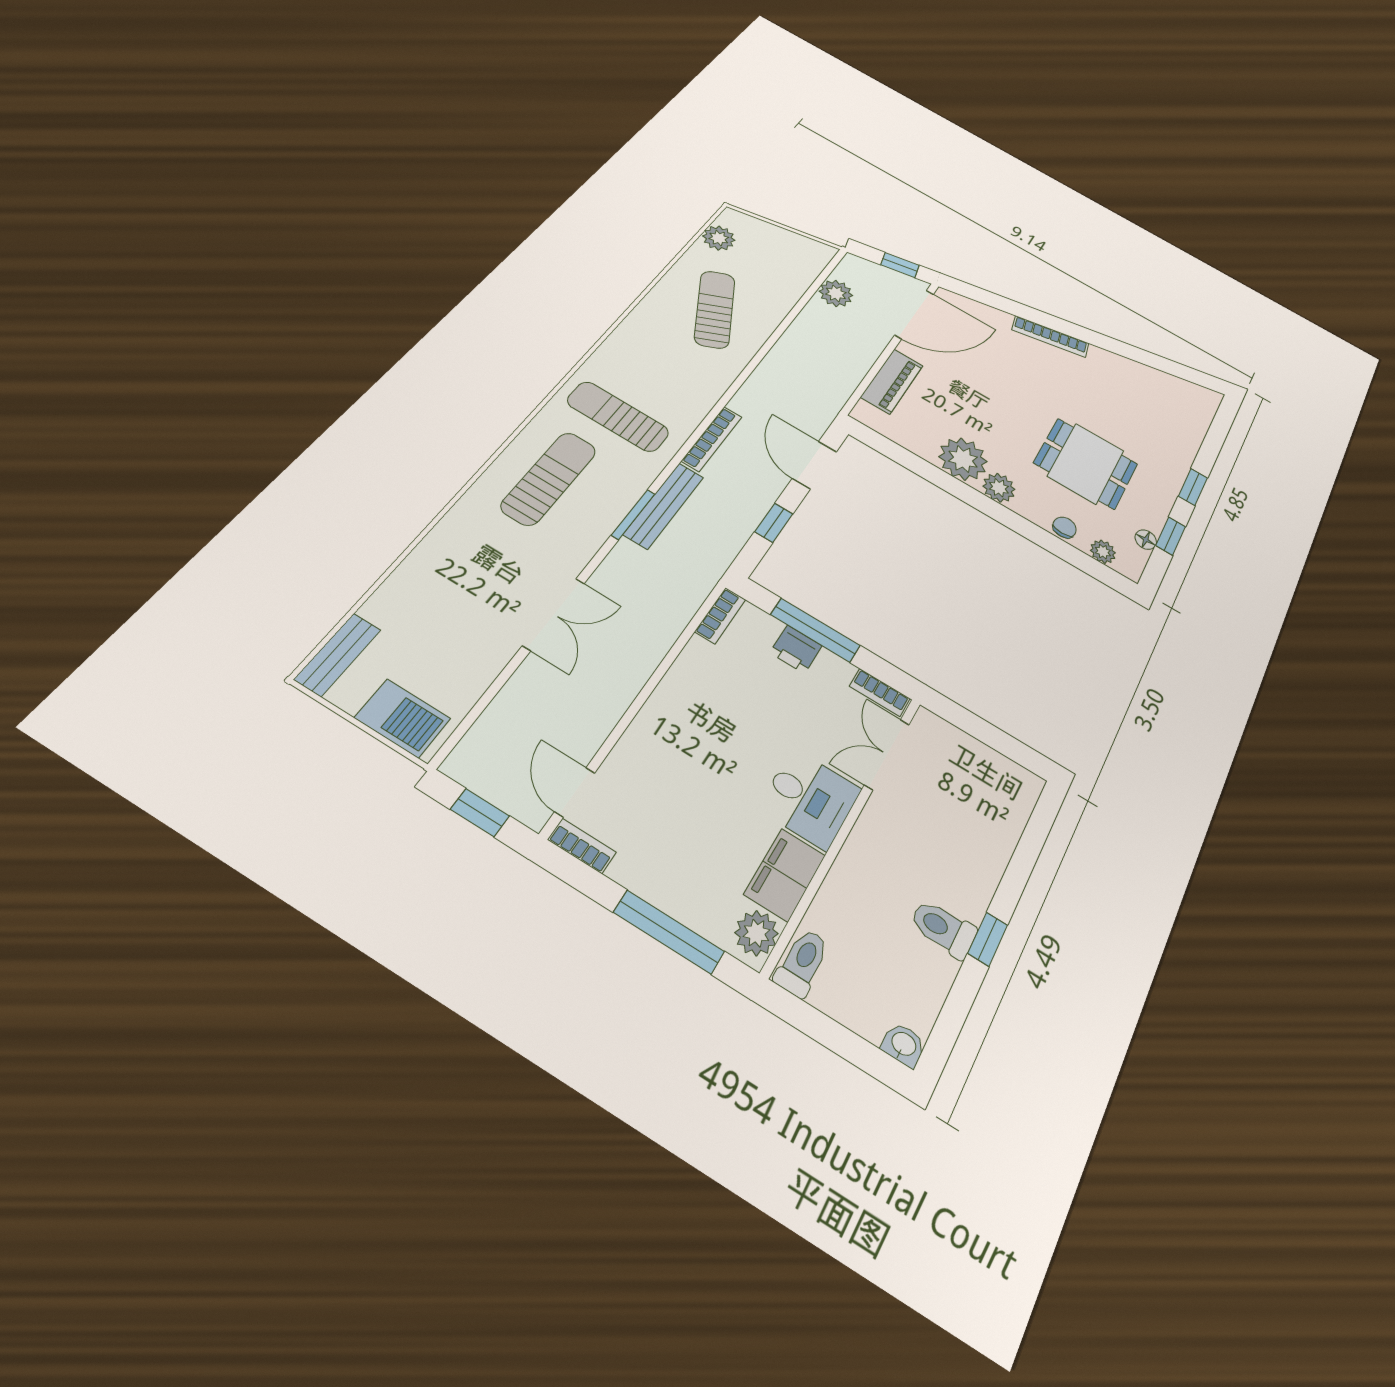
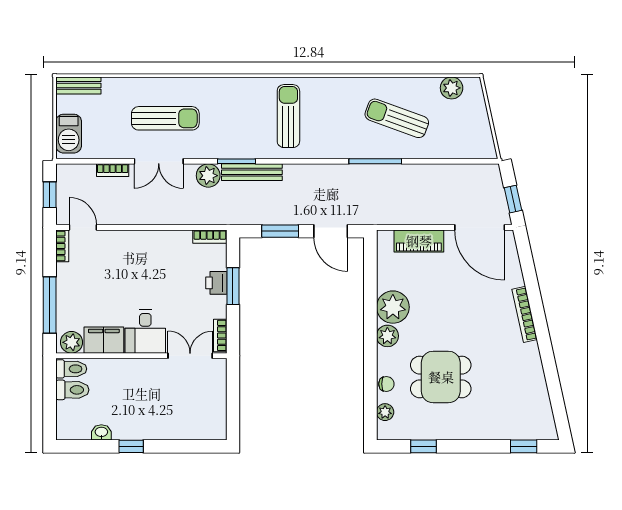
plant: (836, 293) -> (208, 176), moved
sun lounger: (715, 309) -> (397, 118), turned -133
window: (754, 363) -> (375, 161), added
bookcase: (712, 439) -> (113, 170), moved, width x0.64
dining table: (1086, 463) -> (441, 377), turned 90
door: (814, 465) -> (331, 231), swing flipped
sun lounger: (549, 478) -> (165, 118), moved
window: (1193, 487) -> (524, 446), moved
window: (774, 523) -> (280, 231), width x1.50
floor lamp: (1146, 540) -> (411, 433), removed
window: (815, 630) -> (233, 286), width x0.69
door: (575, 792) -> (83, 227), hinge flipped
toilet: (943, 928) -> (72, 390), moved, turned 90
washbasin: (903, 1045) -> (101, 432), moved, turned -90

